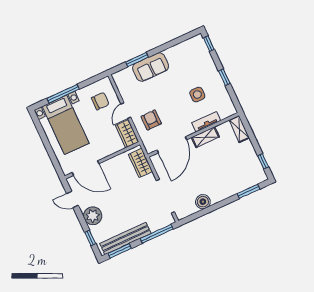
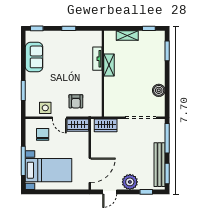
sofa: (151, 67) -> (34, 57), moved
side table: (197, 94) -> (45, 108), moved
armchair: (151, 120) -> (76, 101), turned -90
shelving: (239, 129) -> (127, 35), moved
door: (172, 145) -> (103, 94), removed

